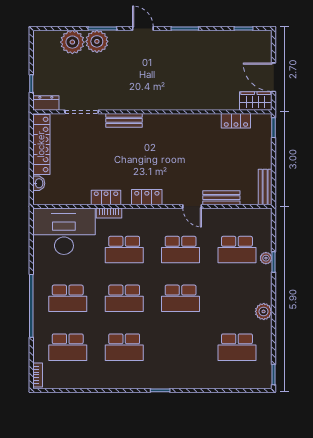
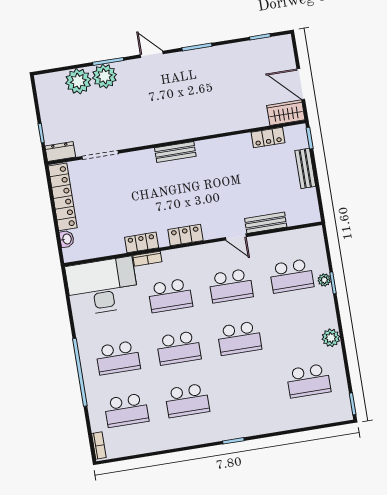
bench: (124, 120) -> (175, 152), moved
bench: (265, 187) -> (305, 168), moved

